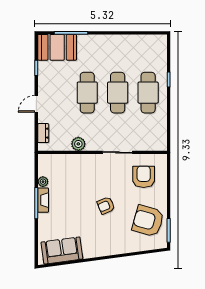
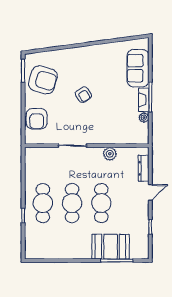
booth: (57, 47) -> (111, 247), moved
dresser: (43, 133) -> (144, 168), width x1.44
armchair: (144, 177) -> (37, 119), moved
armchair: (106, 205) -> (83, 95), turned 80
sofa: (62, 251) -> (138, 68), moved, turned 98

